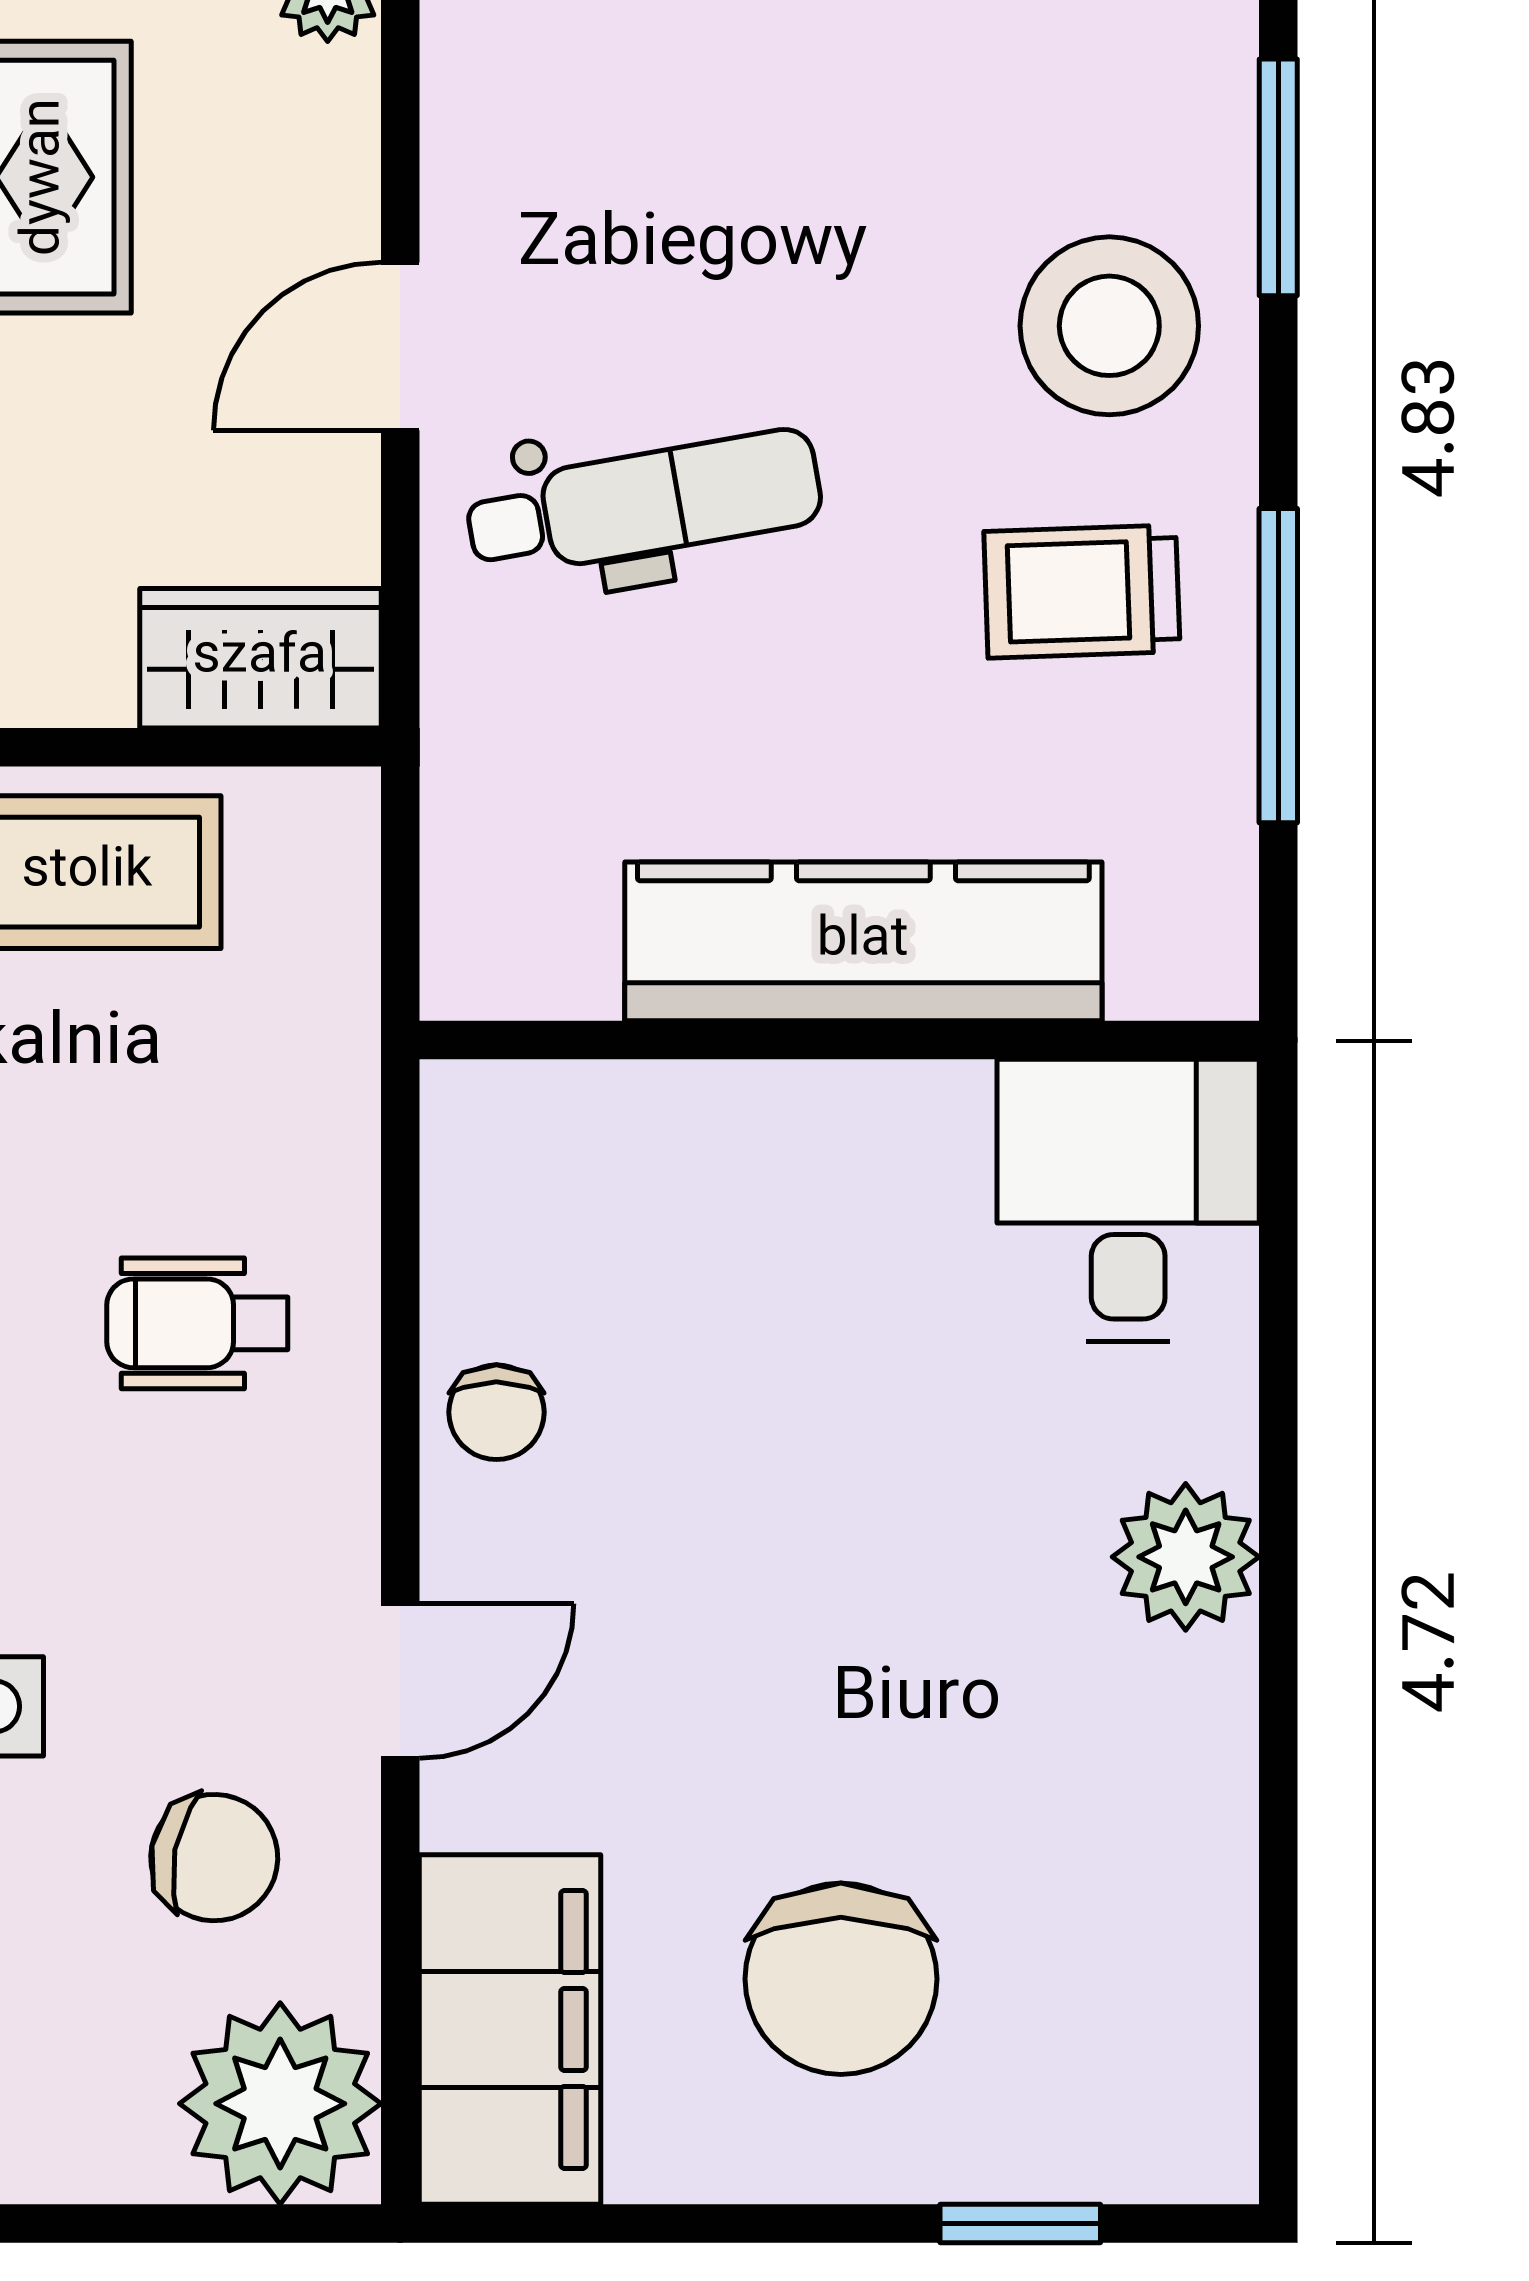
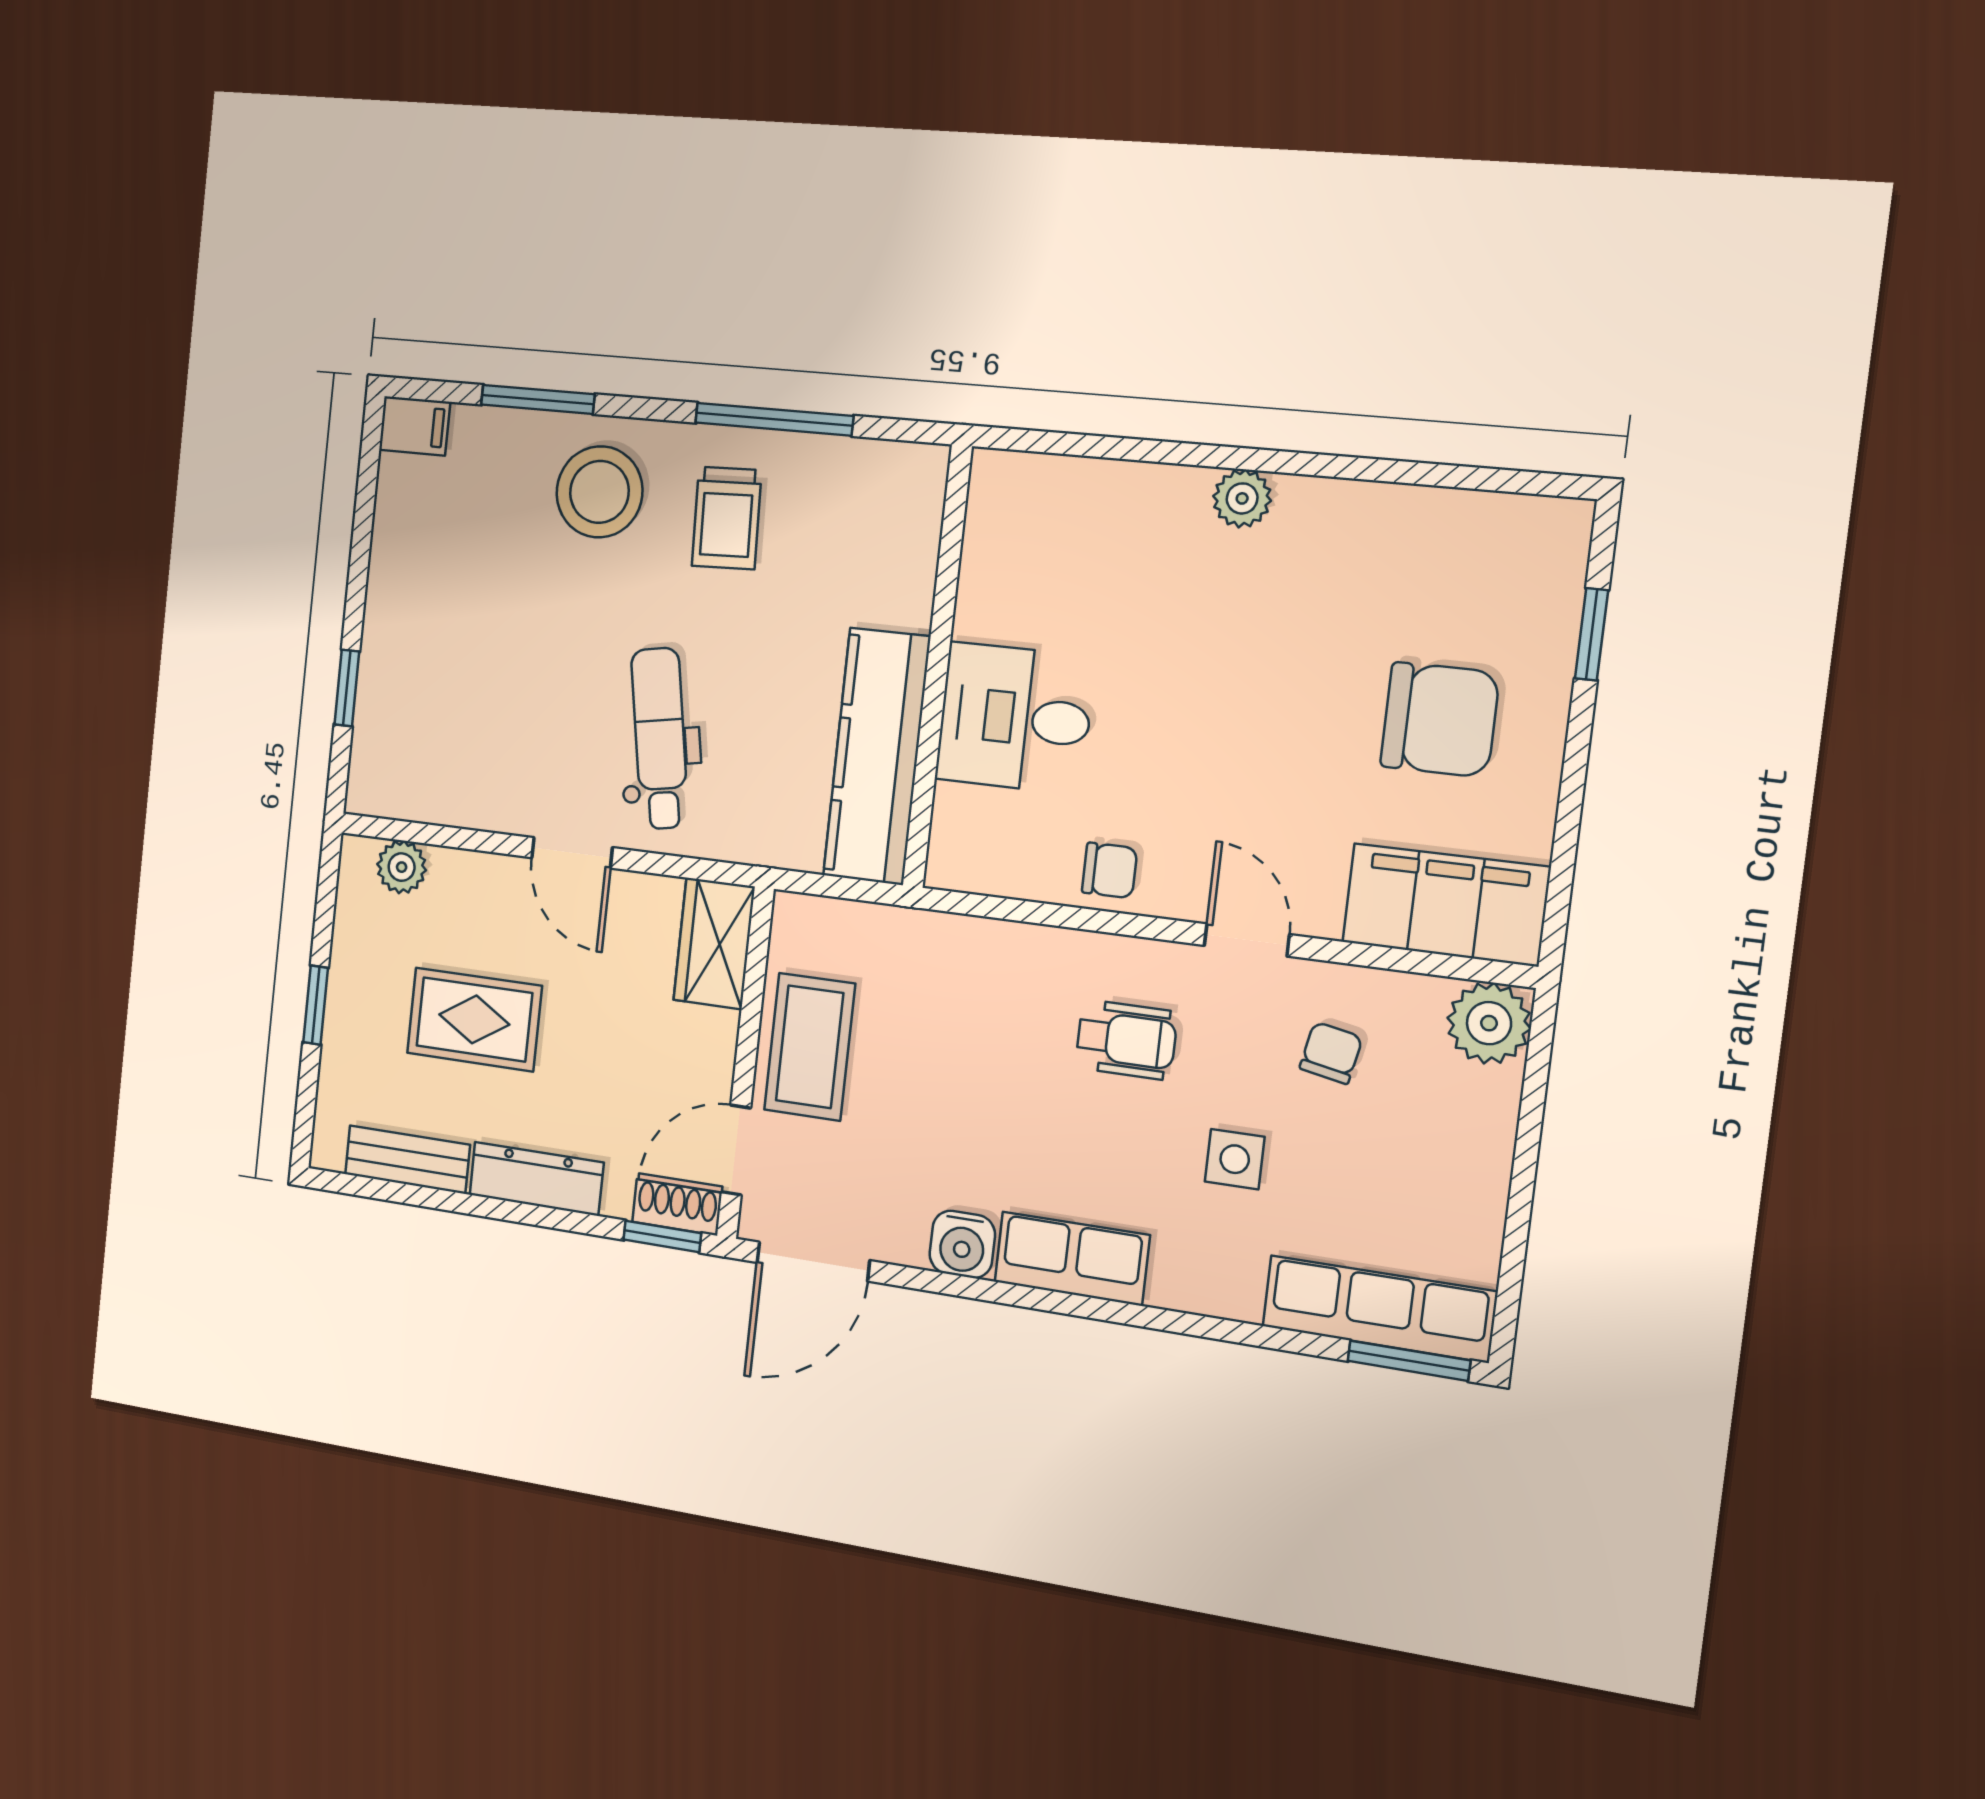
kitchen counter: (863, 941) -> (877, 756), moved
desk: (1128, 1200) -> (1015, 718), moved
wheelchair: (197, 1323) -> (1126, 1040), moved, turned -90
plant: (1186, 1557) -> (1242, 498), width x0.73, depth x0.73
chair: (214, 1858) -> (1331, 1053), width x0.73, depth x0.73
plant: (280, 2104) -> (1489, 1023), width x0.73, depth x0.73

